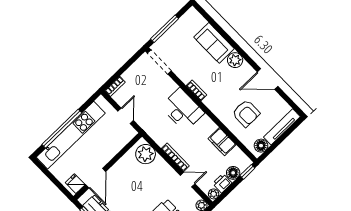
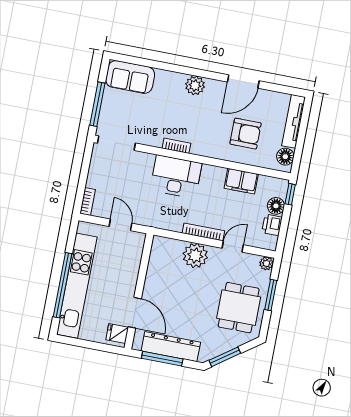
sofa: (214, 43) -> (130, 77), moved
plant: (146, 154) -> (195, 255), moved
plant: (214, 194) -> (271, 242), removed

